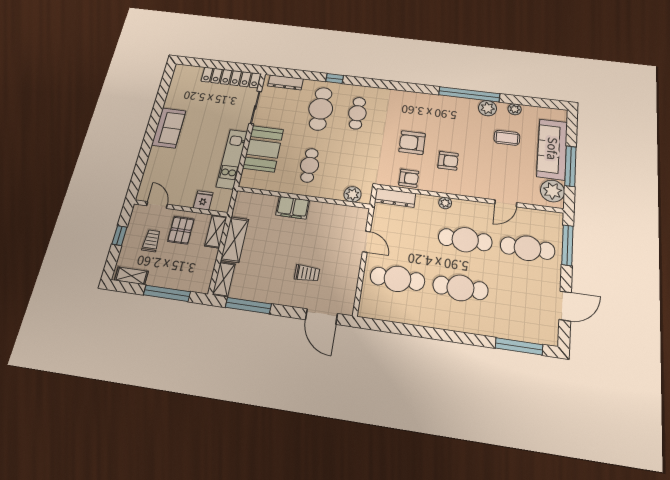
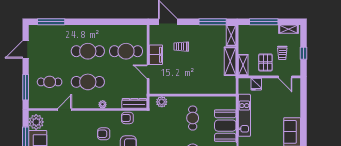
filing cabinet: (293, 208) -> (156, 55), moved, turned 90
cafe table: (528, 248) -> (50, 82), width x0.73, depth x0.74

